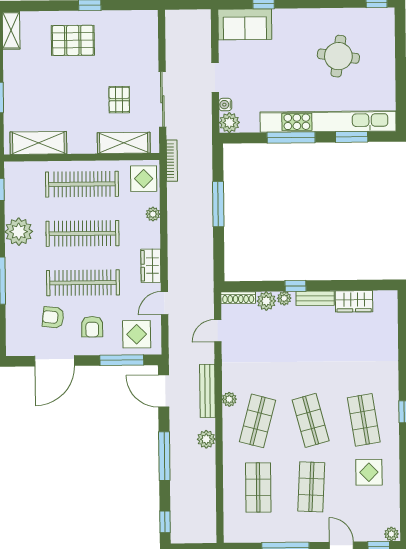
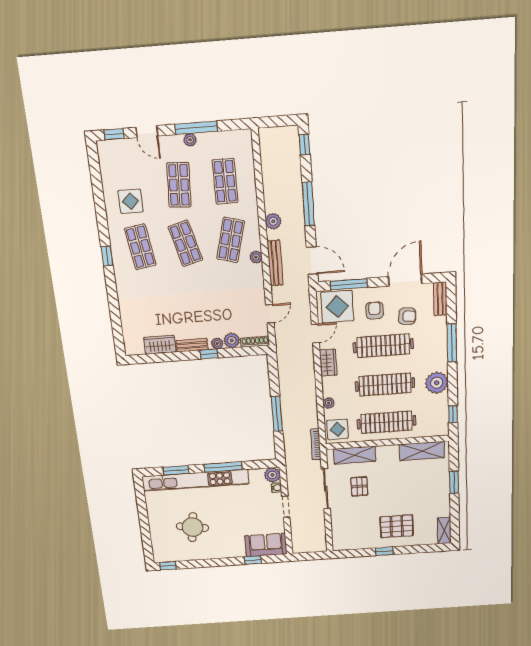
display table: (137, 334) -> (337, 307), width x1.36, depth x1.36
bench: (13, 336) -> (440, 299), added
plant: (391, 534) -> (190, 140), moved

